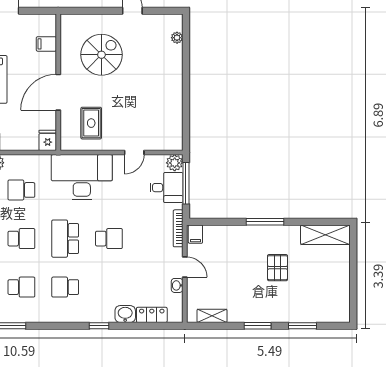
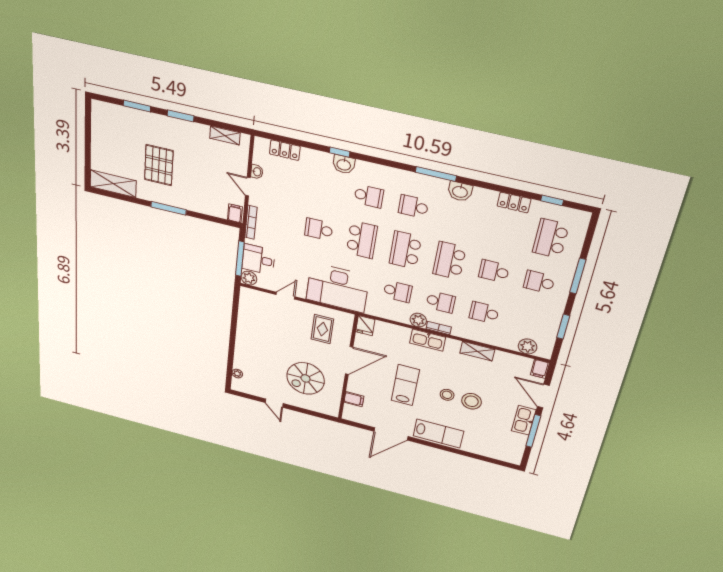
school desk: (21, 239) -> (405, 250), width x1.85
pallet: (278, 268) -> (159, 165), width x1.50, depth x1.42
washbasin: (125, 314) -> (344, 164), moved

